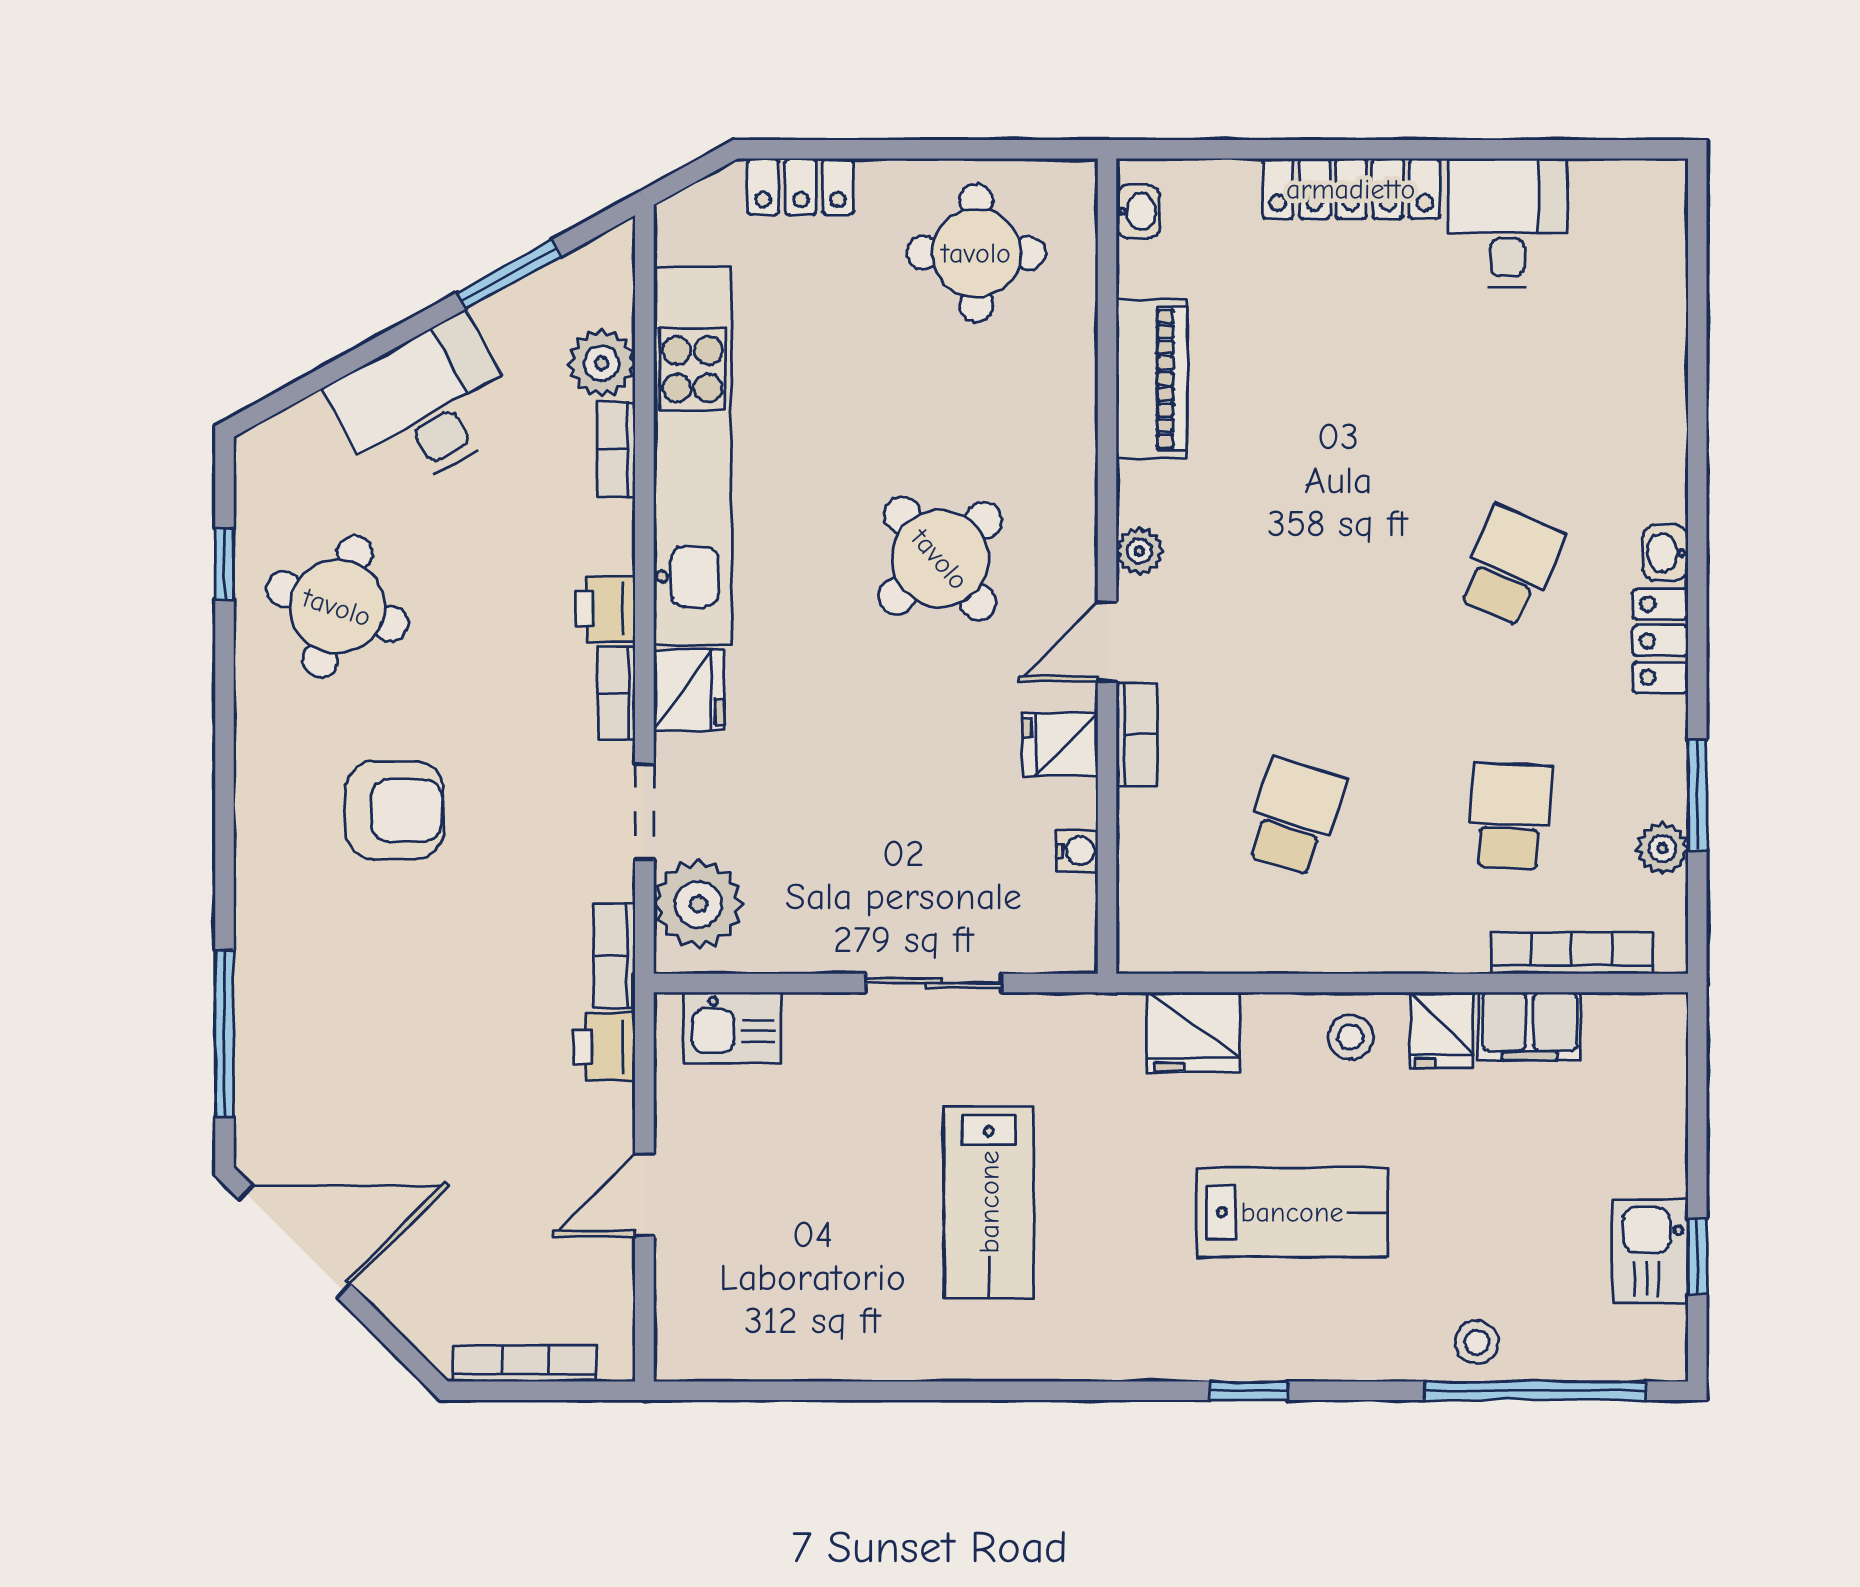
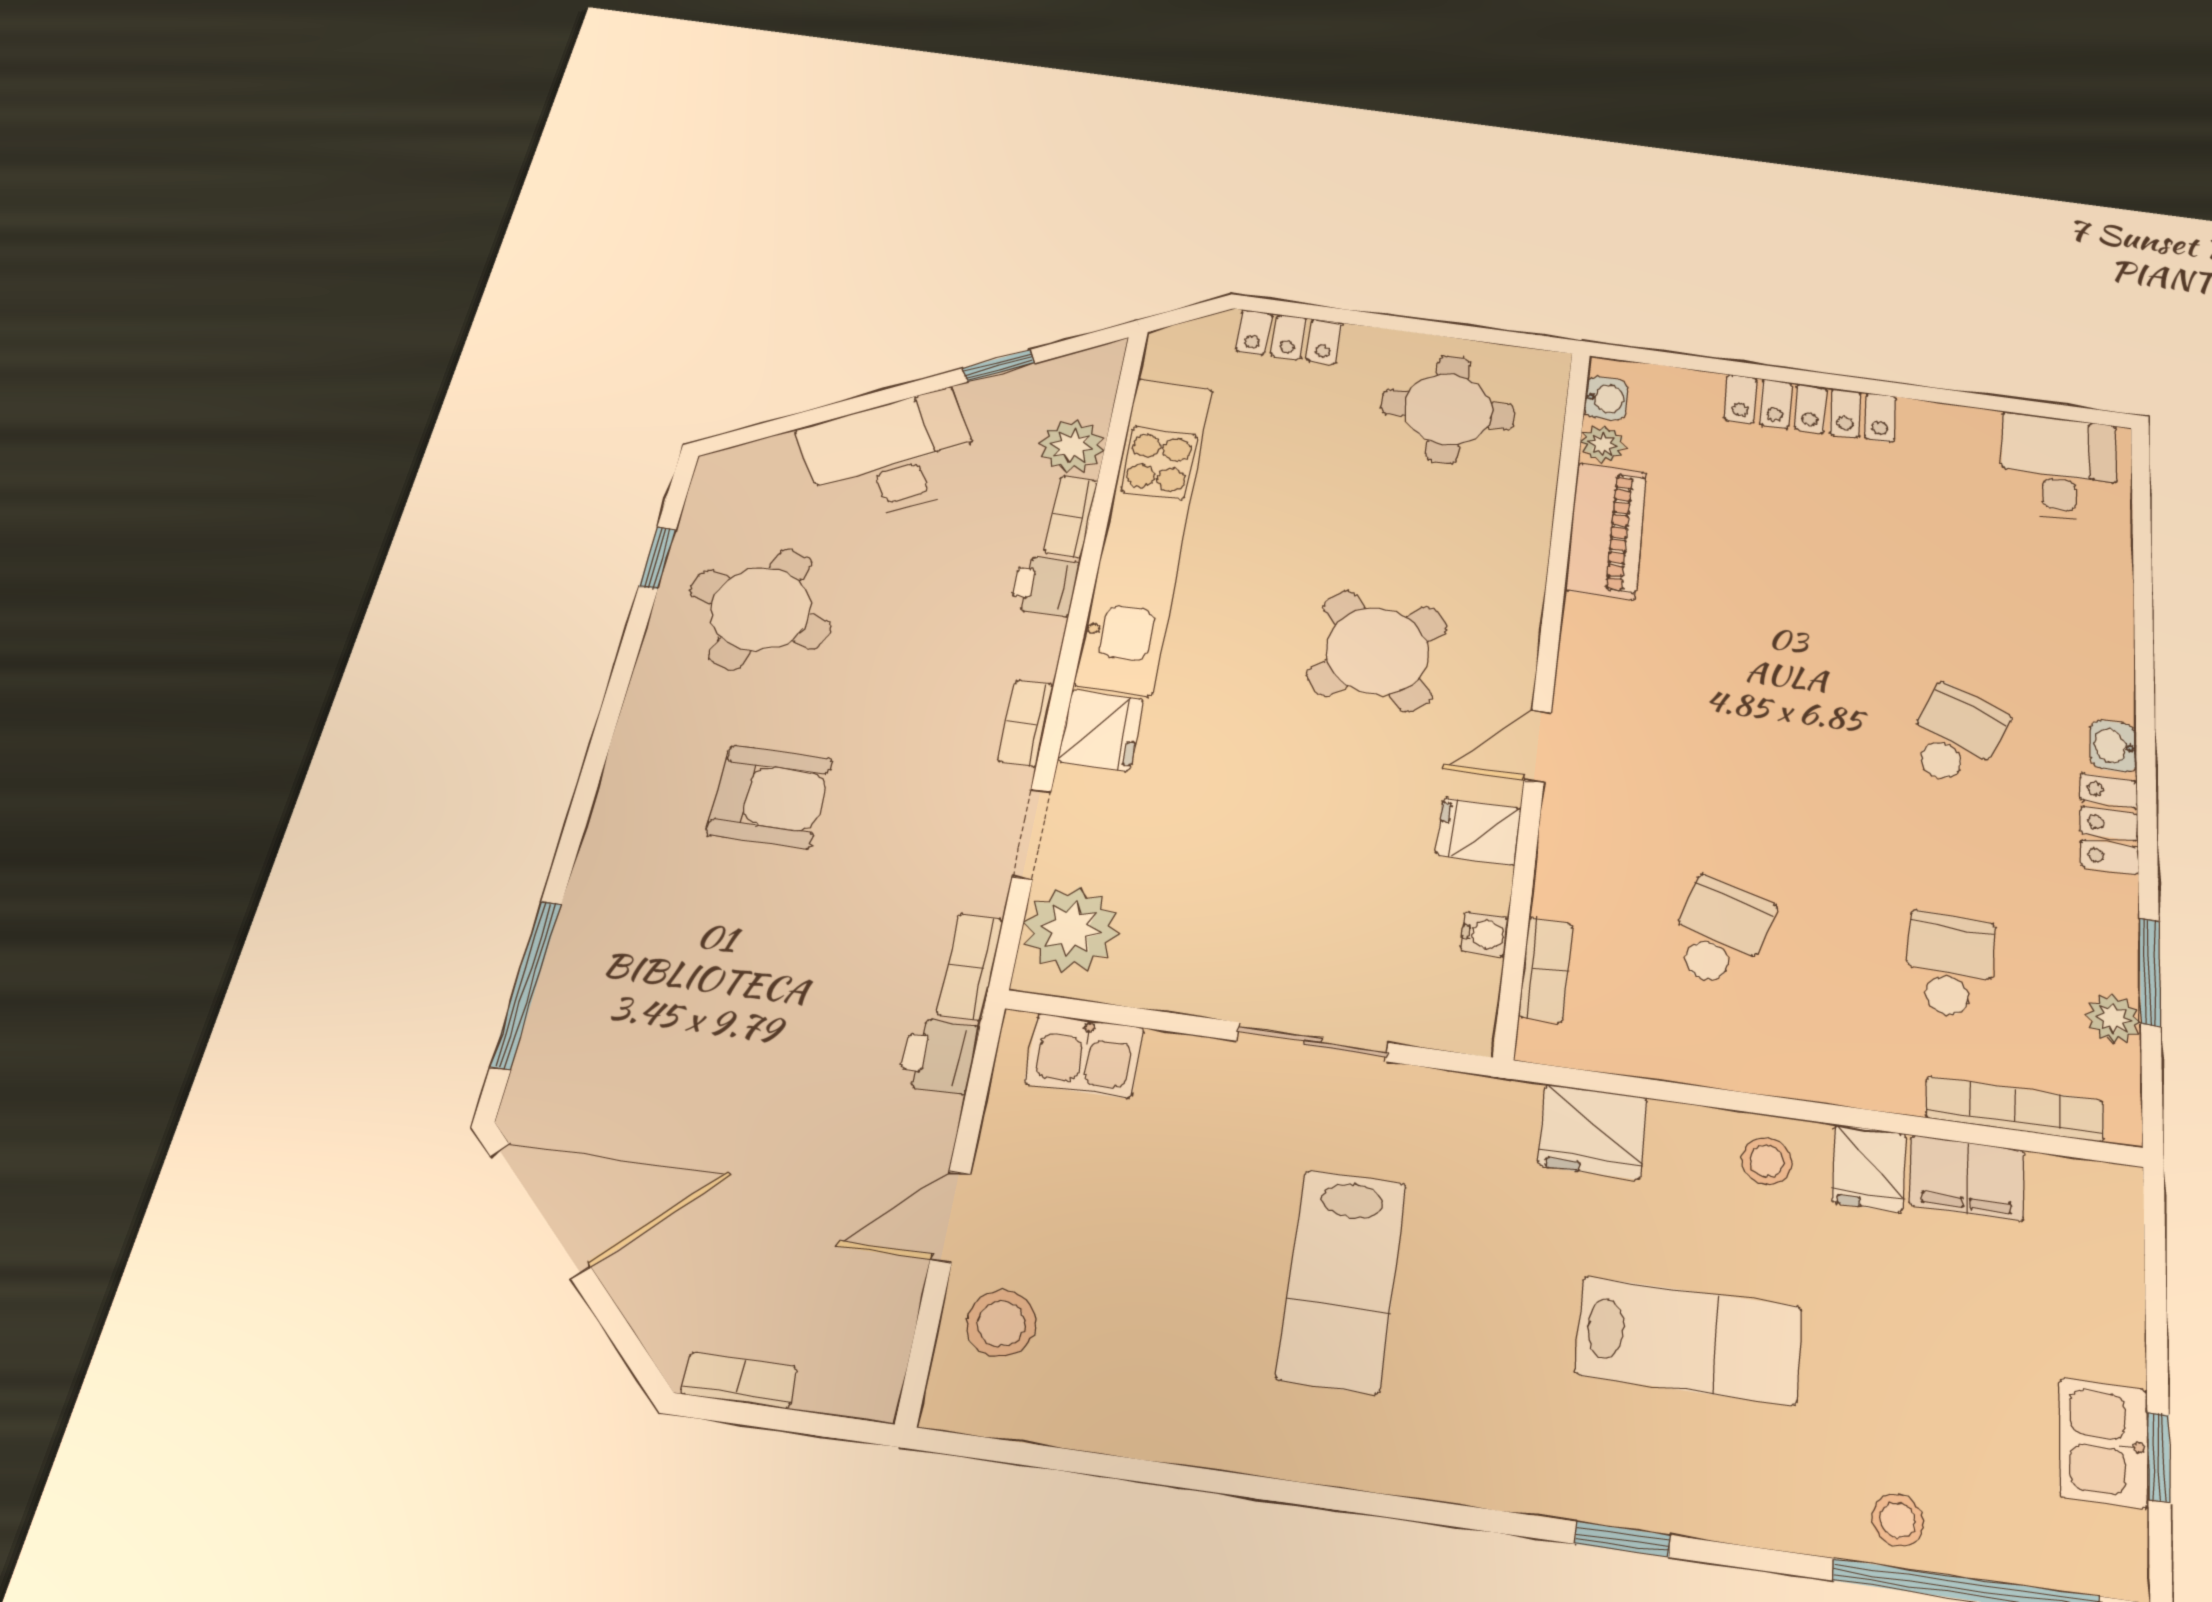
desk: (1507, 223) -> (2059, 468), moved
window: (509, 274) -> (999, 366), width x0.67
plant: (1139, 551) -> (1603, 444), moved
printer: (605, 609) -> (1045, 586), moved
bookcase: (1137, 735) -> (1546, 970), moved
stool: (706, 1283) -> (1001, 1324), added
bookcase: (525, 1363) -> (740, 1380), width x0.64

